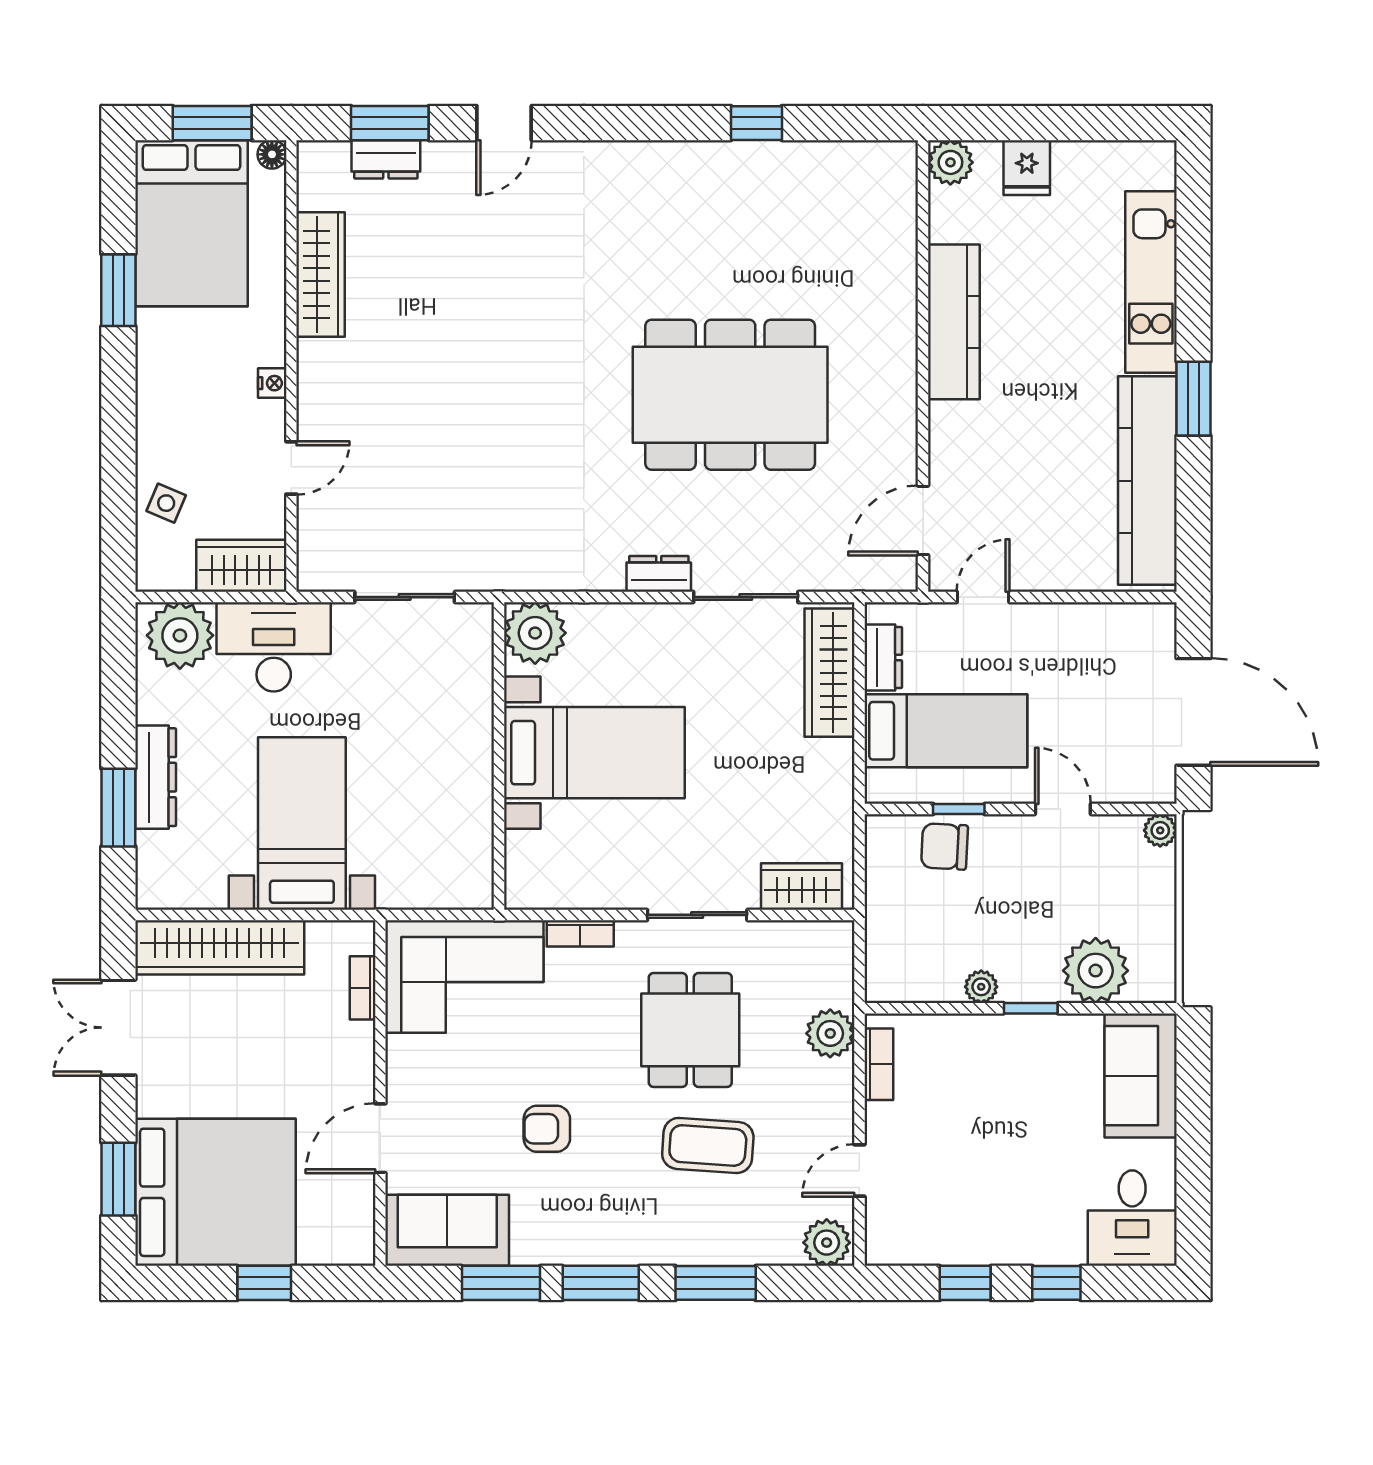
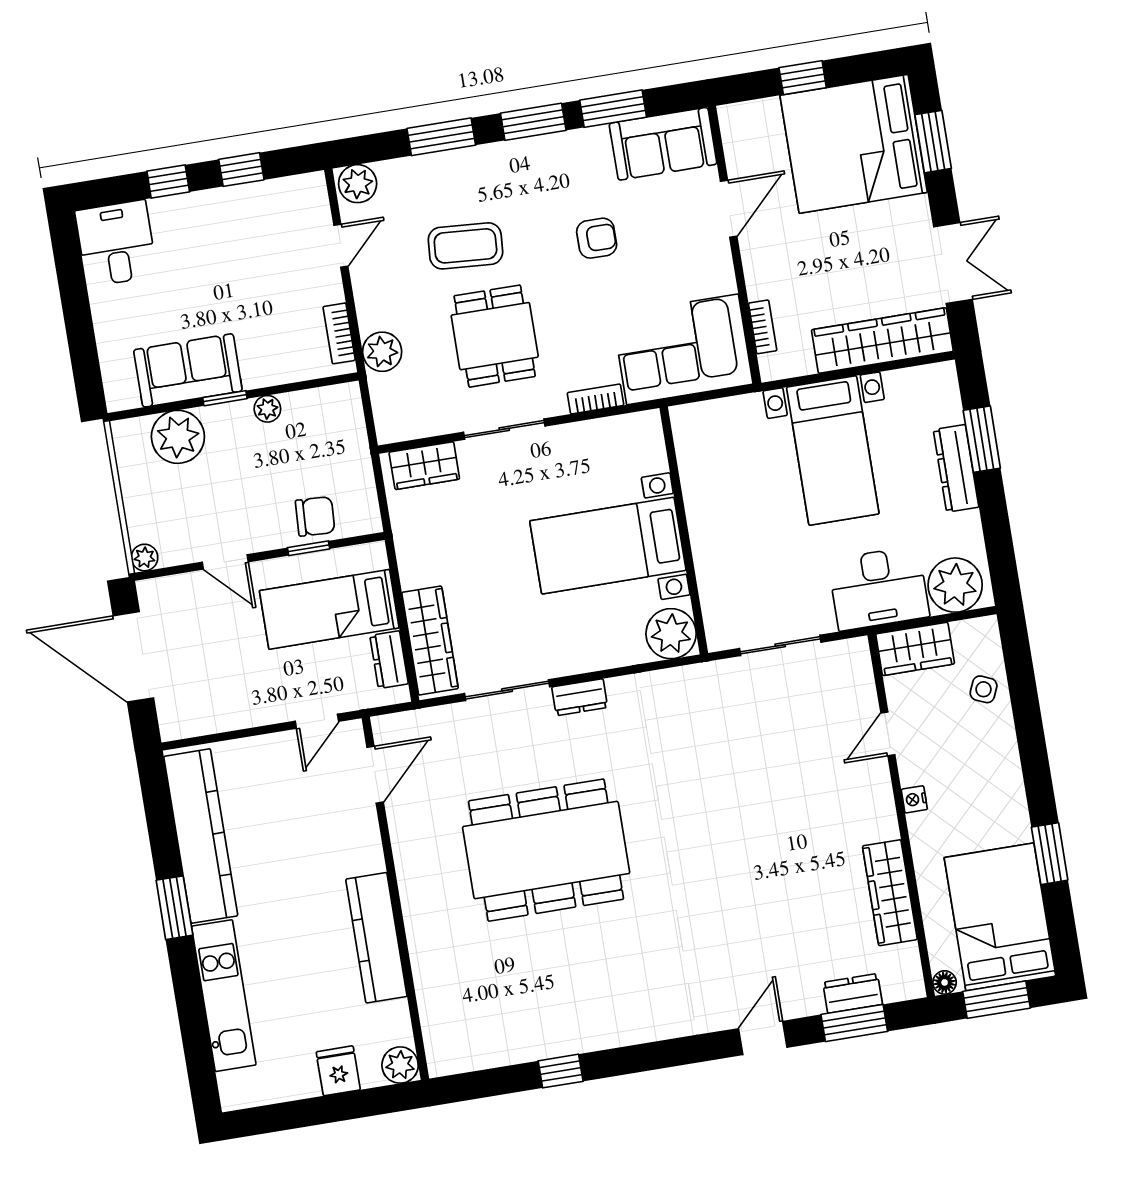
sofa: (1141, 1076) -> (188, 370), moved, turned -90

